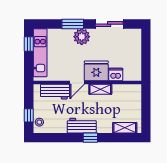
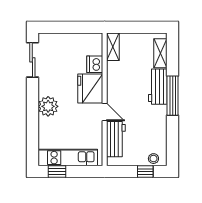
window: (73, 24) -> (32, 117), removed
sliding door: (109, 24) -> (32, 60), moved
shelving: (100, 89) -> (113, 47), moved
workbench: (82, 126) -> (158, 87), moved
window: (90, 138) -> (173, 96), width x2.17

